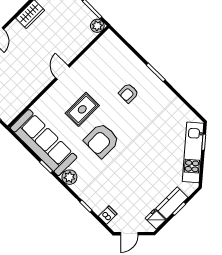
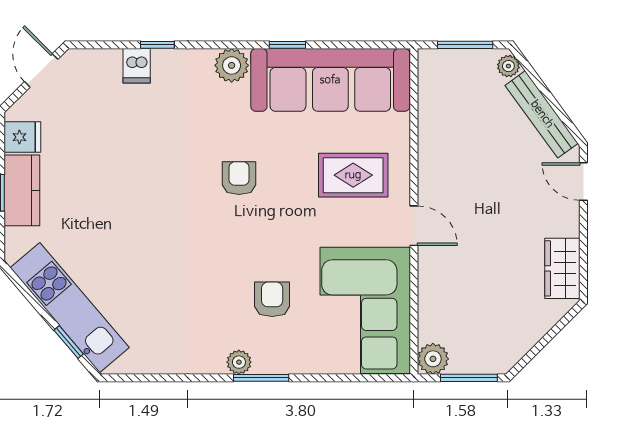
corner sofa: (103, 61) -> (365, 310), added
plant: (158, 84) -> (239, 362), added
rug: (82, 109) -> (353, 175), moved, turned 90
armchair: (102, 140) -> (239, 178), width x0.53, depth x0.53
dishwasher: (108, 215) -> (137, 66), moved

